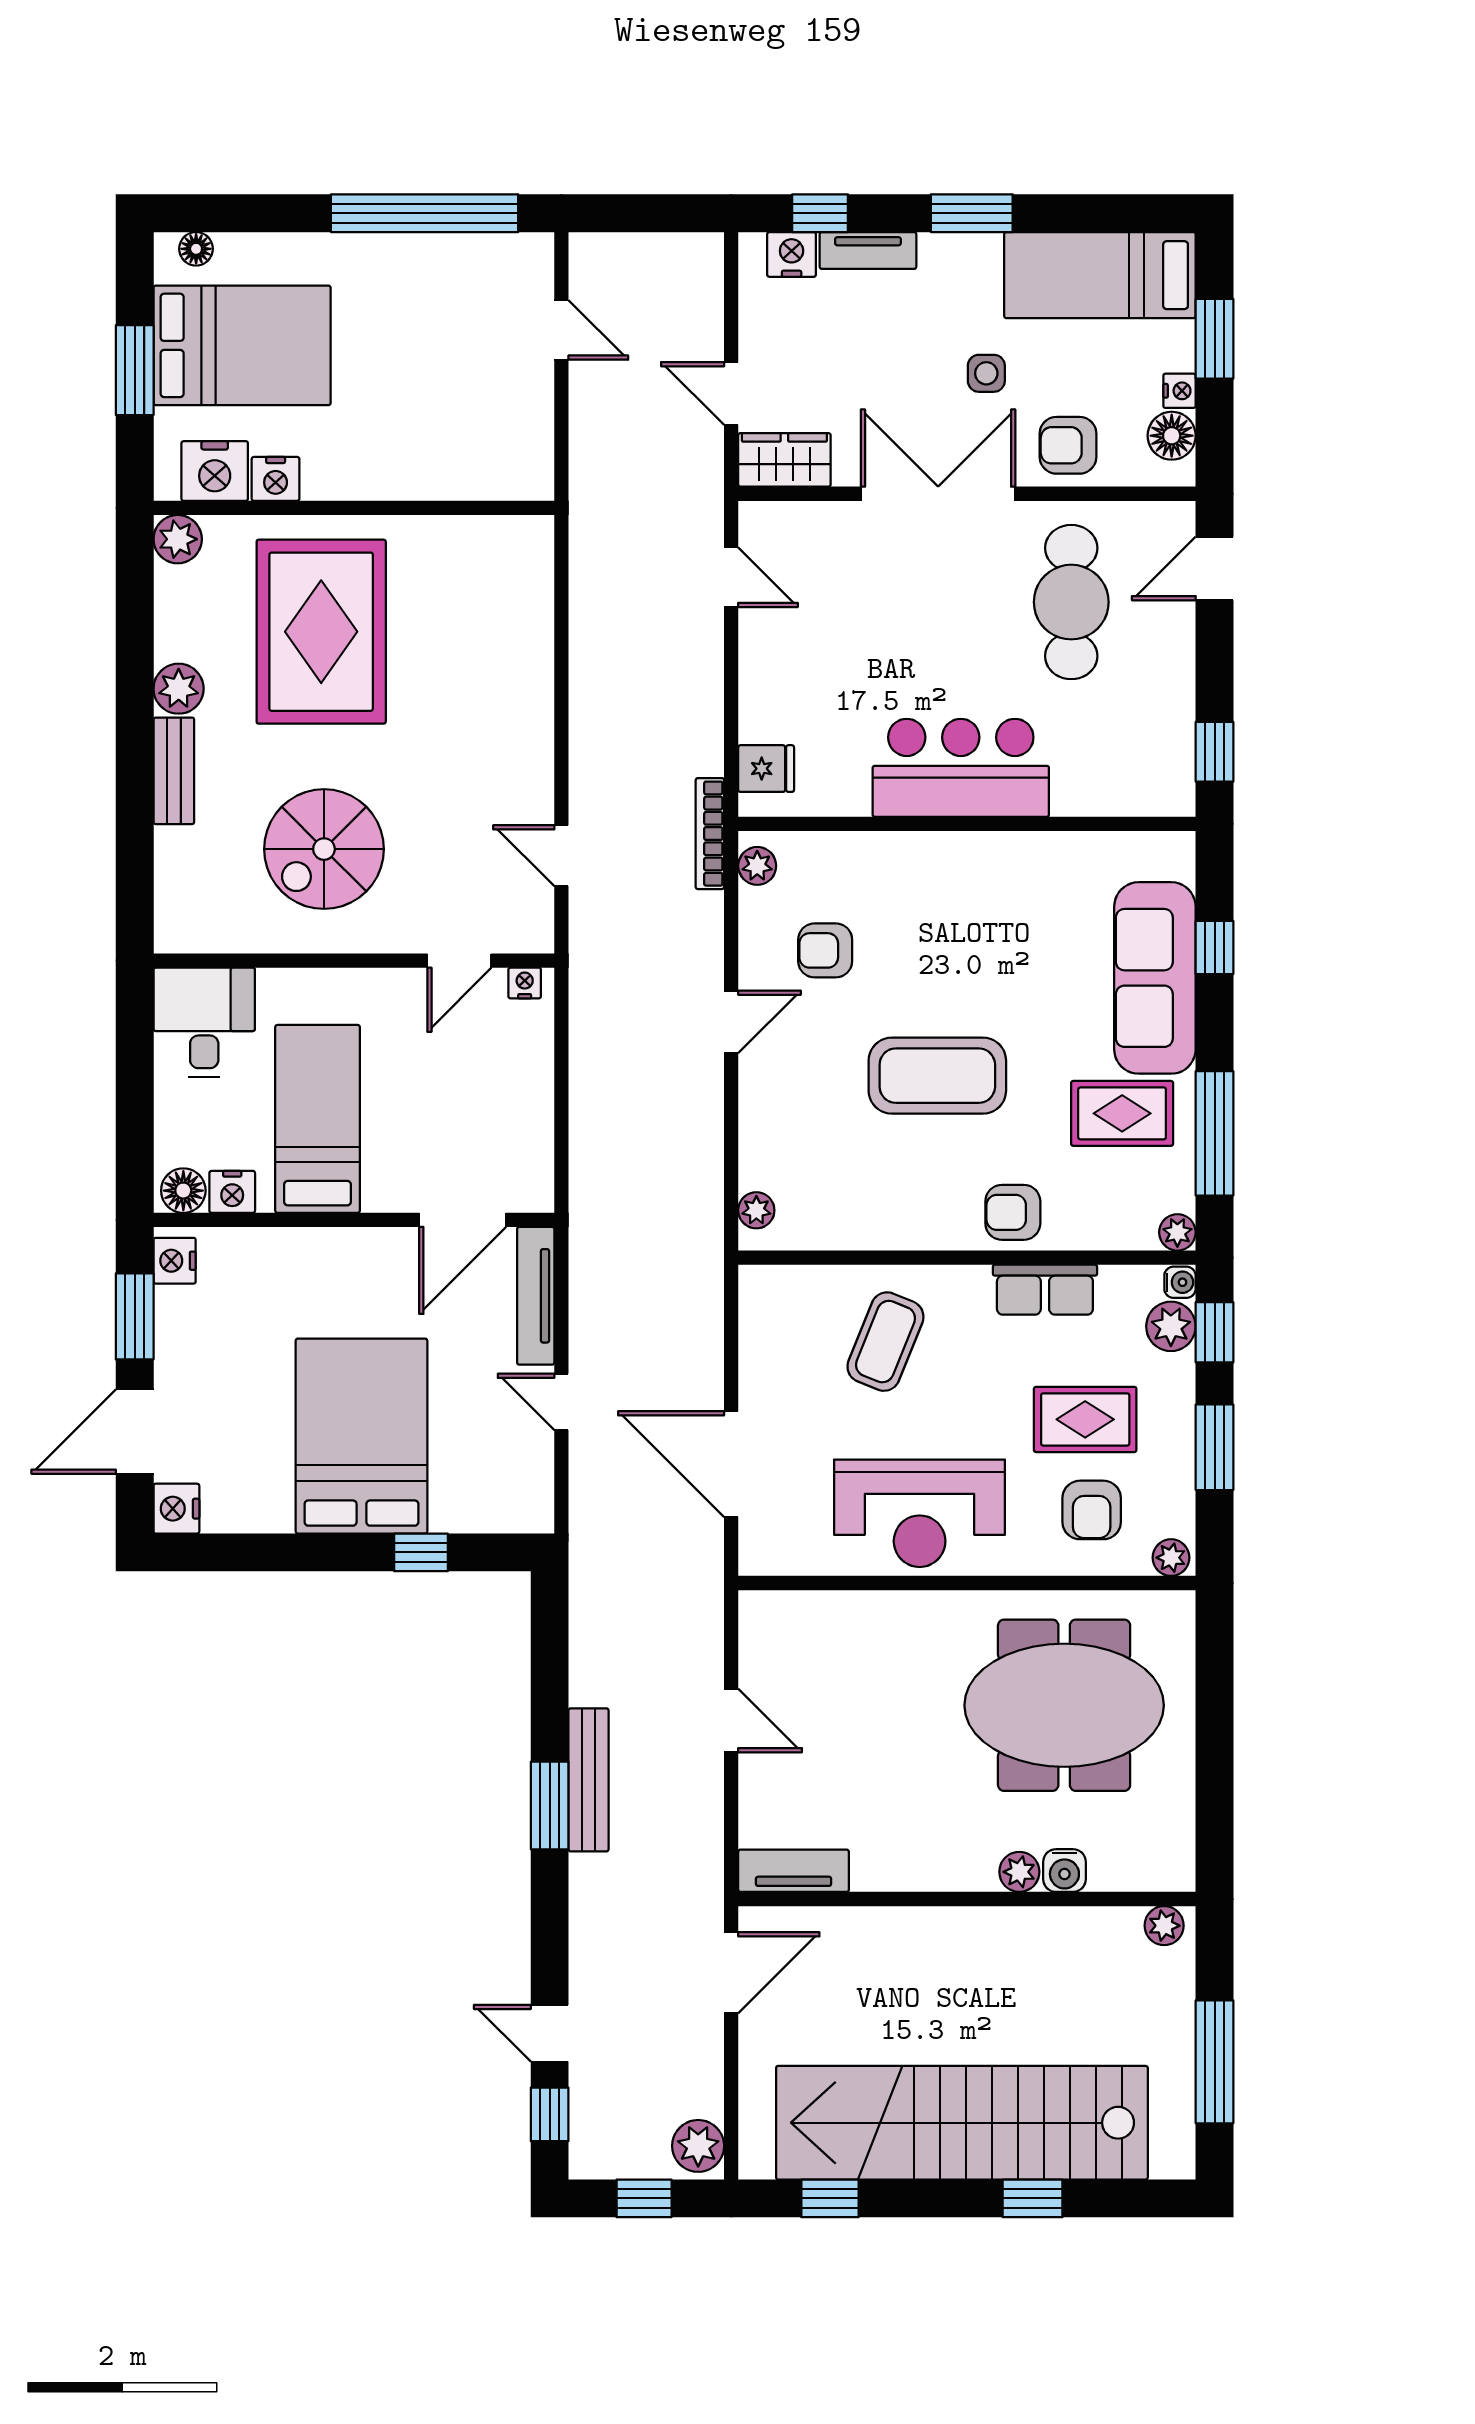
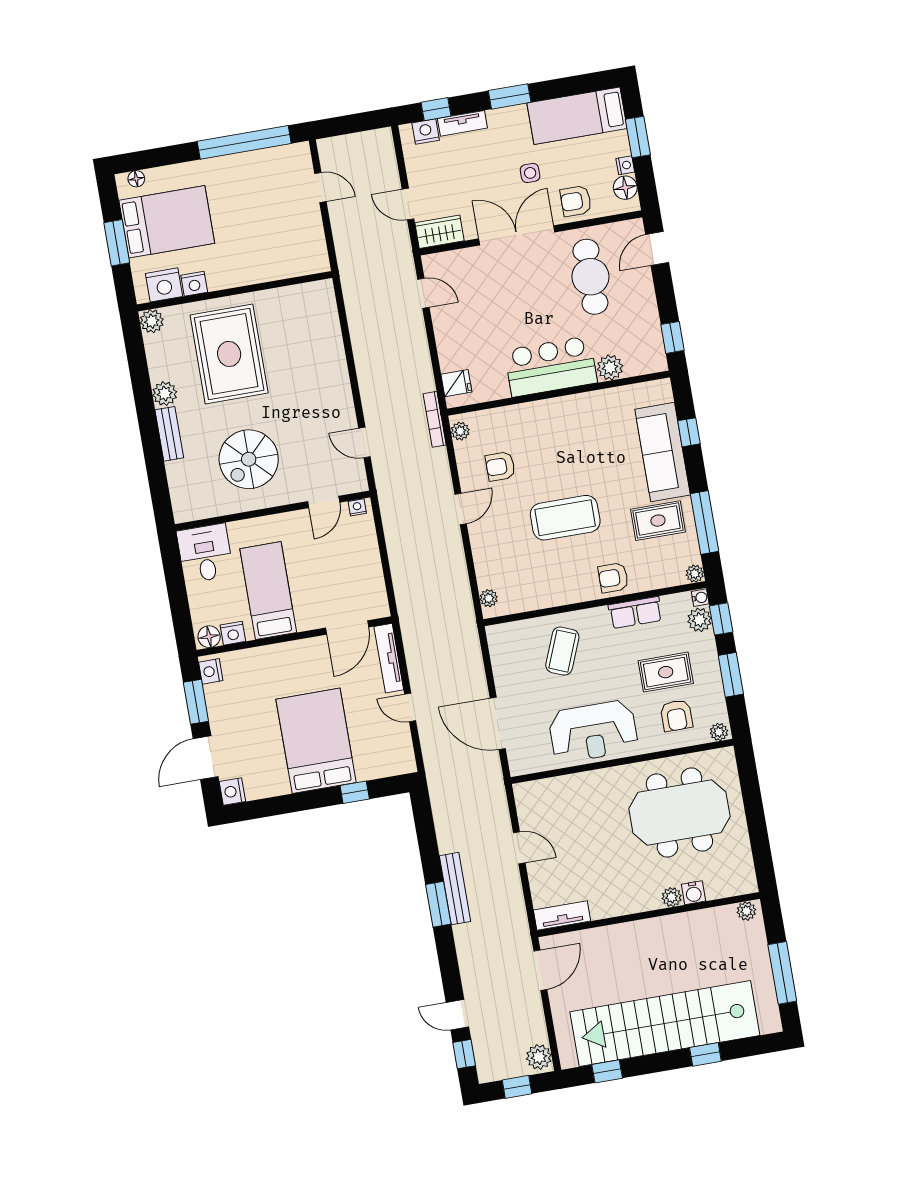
plant: (1079, 790) -> (610, 367), added

